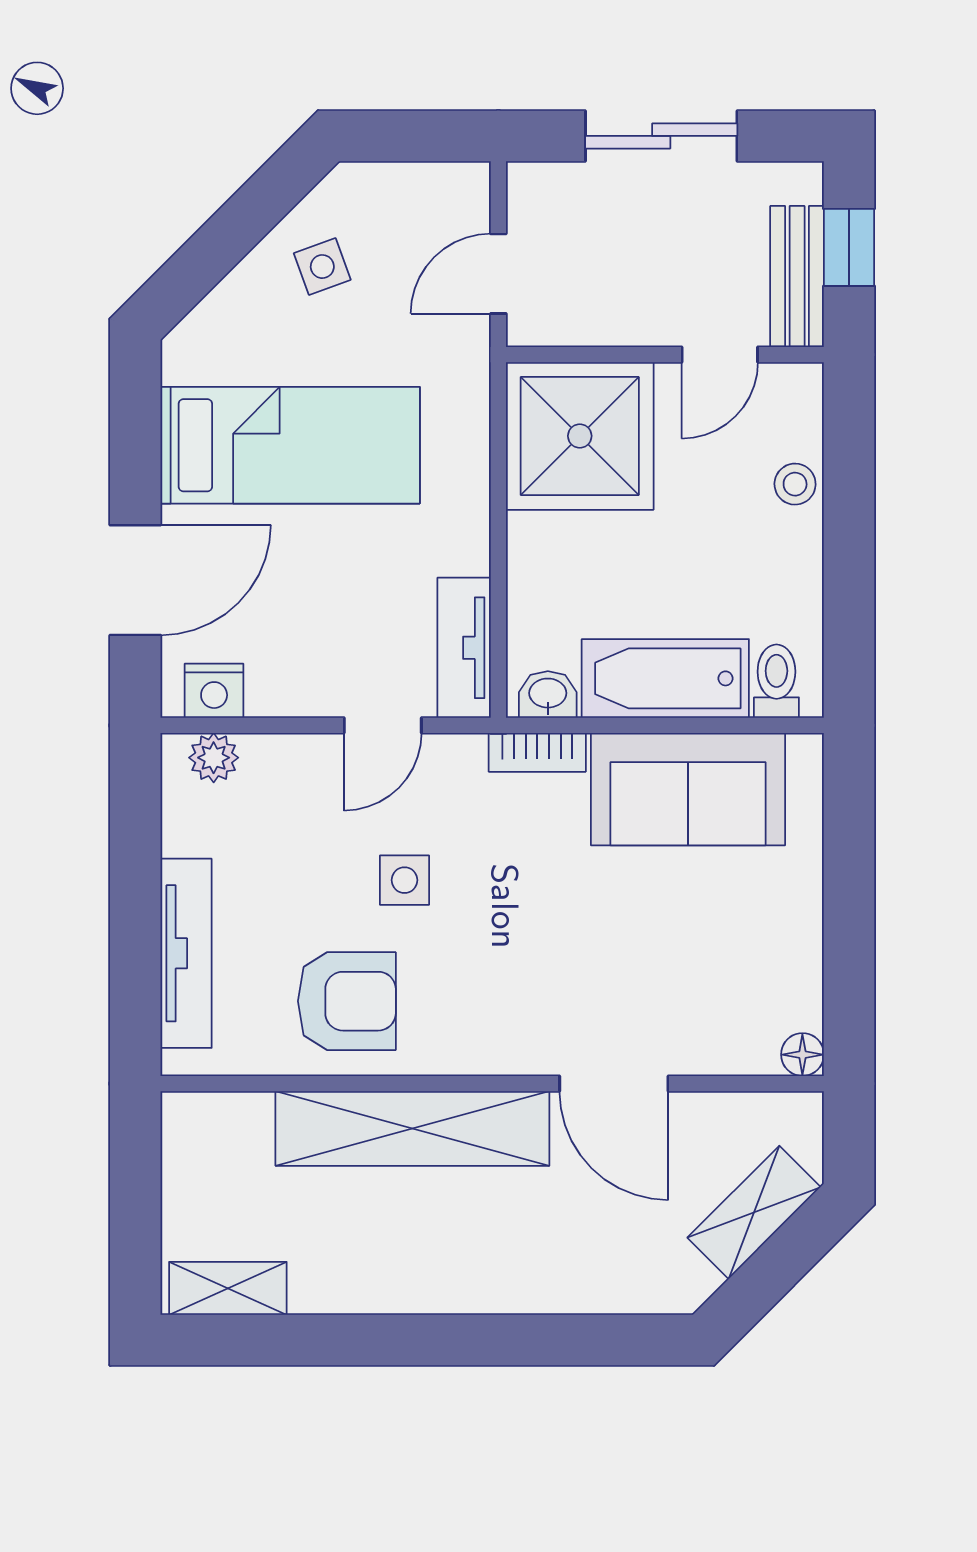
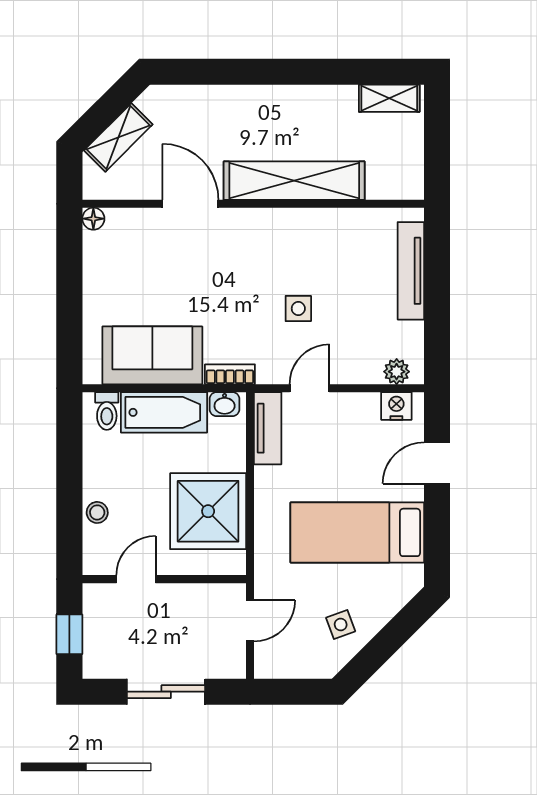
bench: (797, 276) -> (96, 619), removed
shower: (580, 436) -> (208, 511), moved
door: (135, 580) -> (437, 463), width x0.73
armchair: (347, 1001) -> (328, 246), removed

